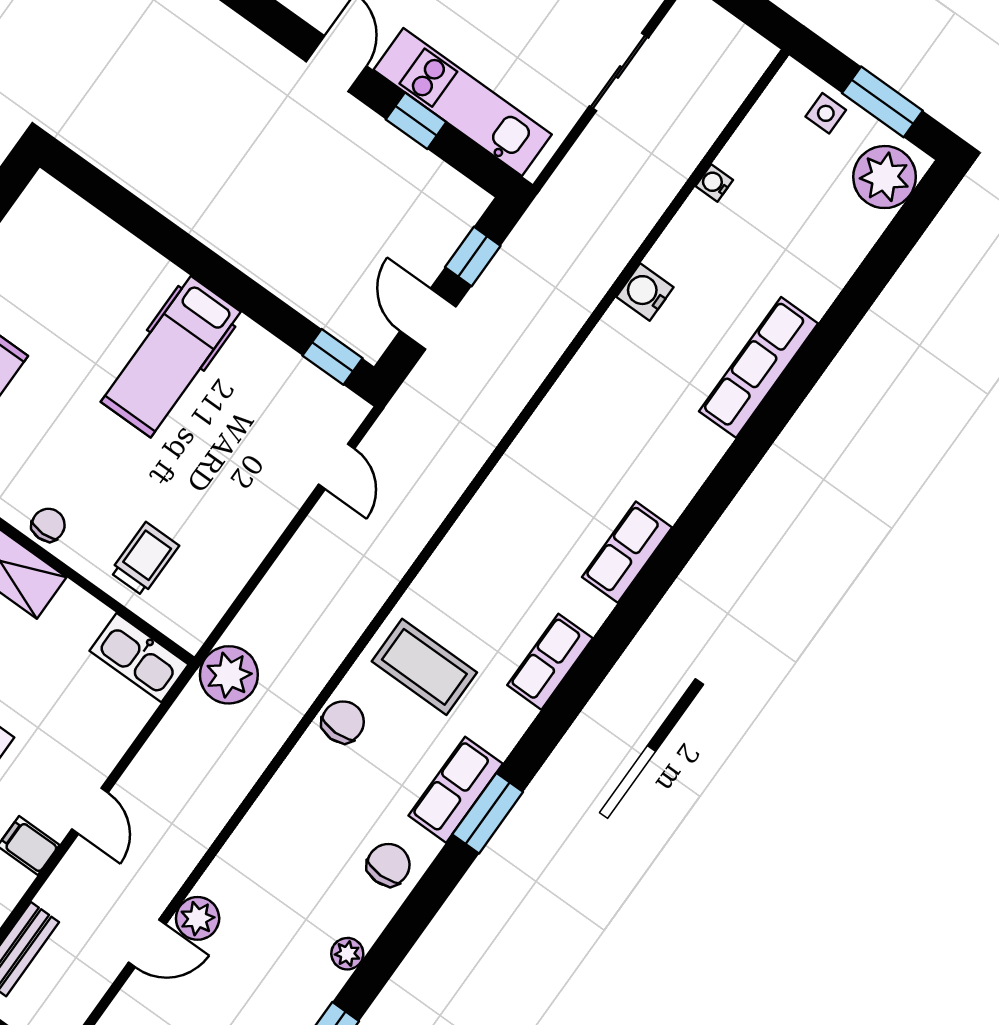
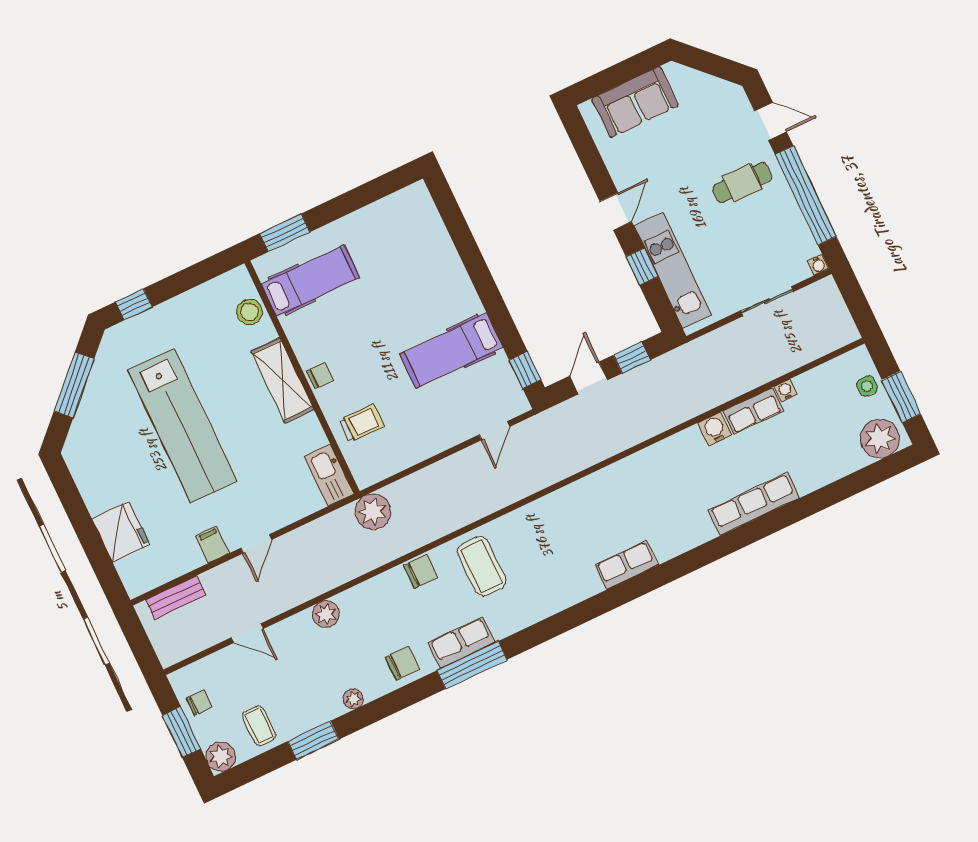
hospital bed: (171, 357) -> (451, 351), moved
row of seats: (550, 662) -> (753, 411), moved, turned 180
window: (488, 813) -> (472, 665), width x1.44
plant: (198, 918) -> (326, 614), moved

